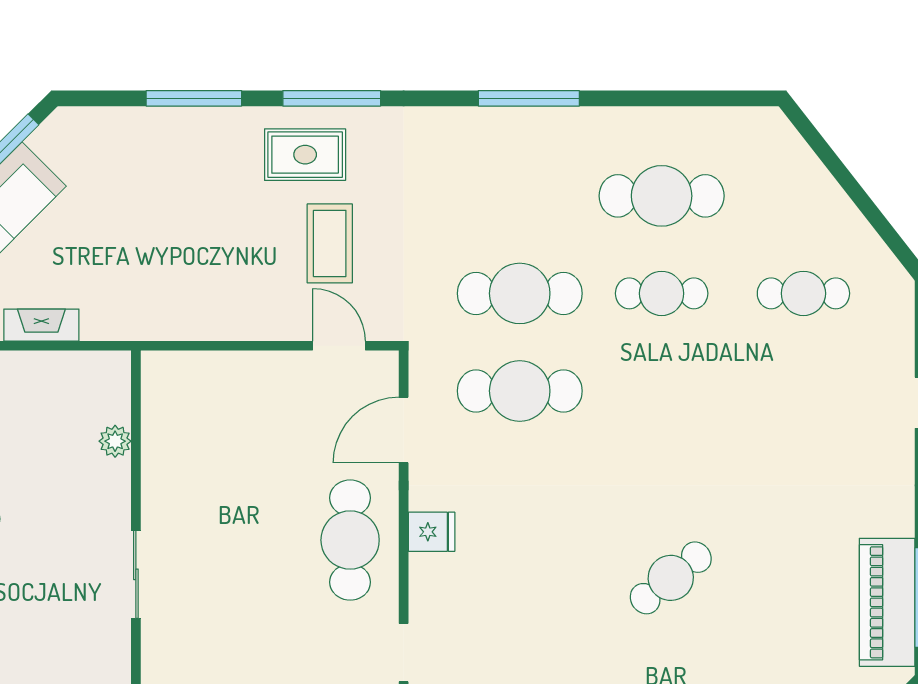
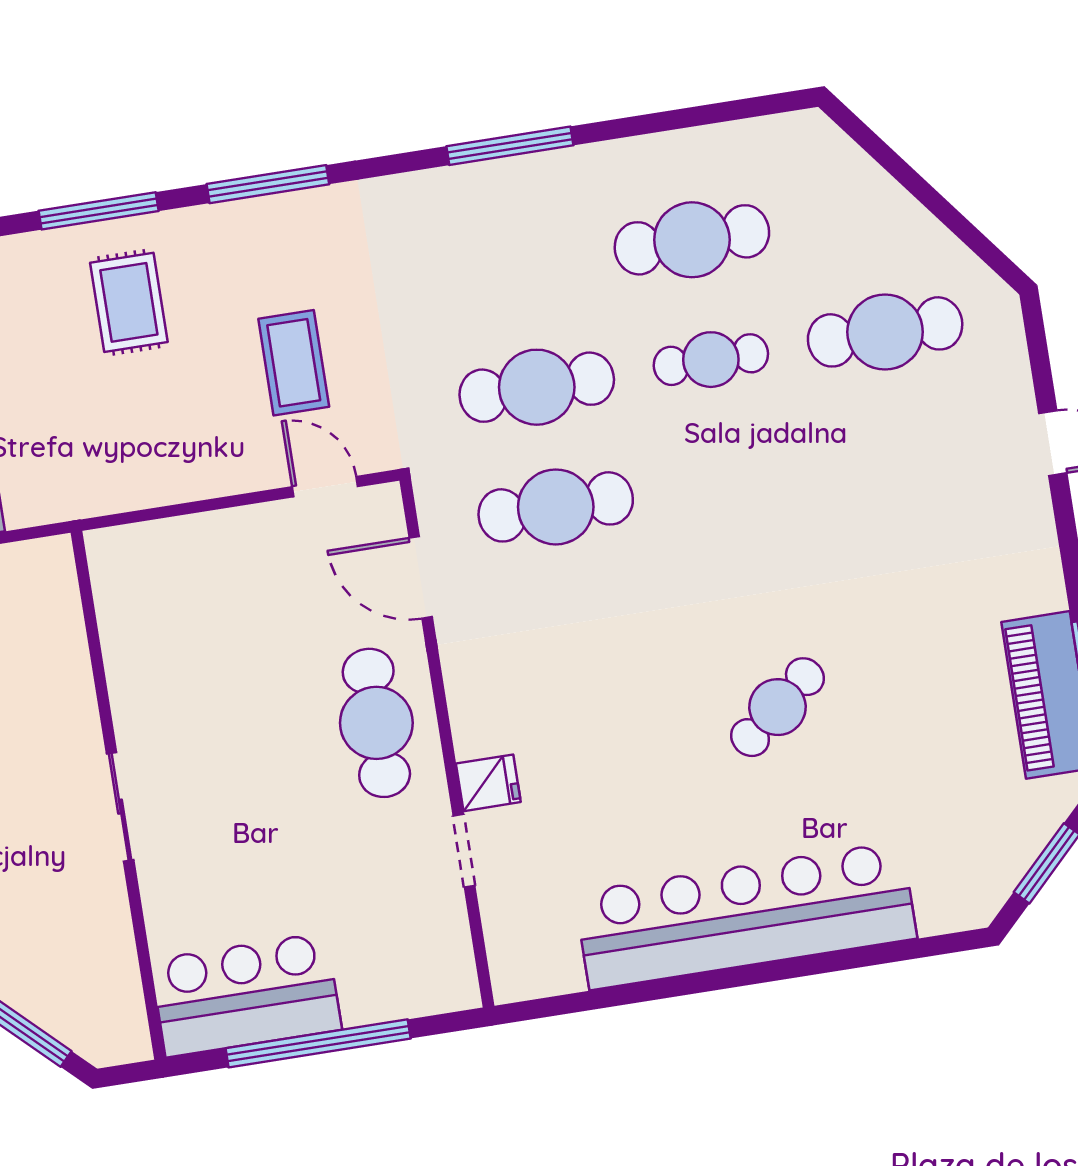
rug: (305, 155) -> (129, 302), moved, turned 90
cafe table: (803, 293) -> (885, 332), width x1.37, depth x1.35
door: (404, 430) -> (421, 577), hinge flipped
plant: (115, 441) -> (69, 647), removed
fridge: (432, 532) -> (488, 783), moved

